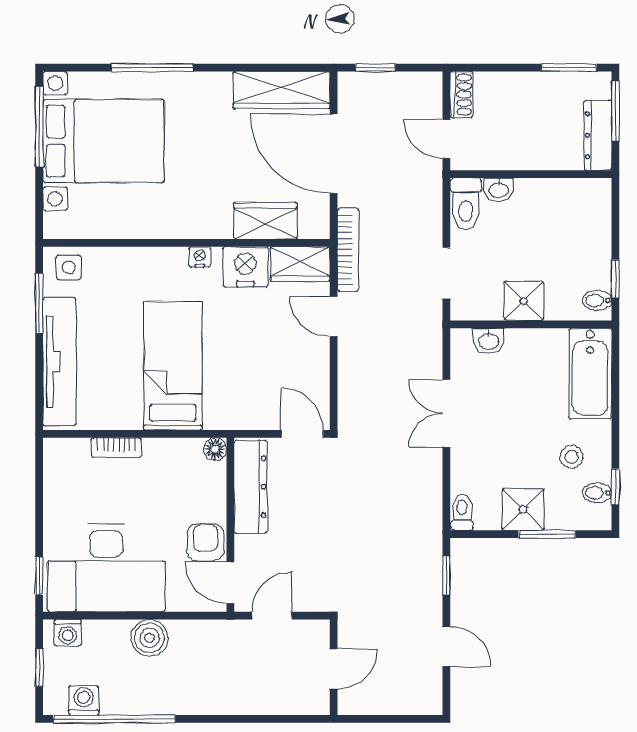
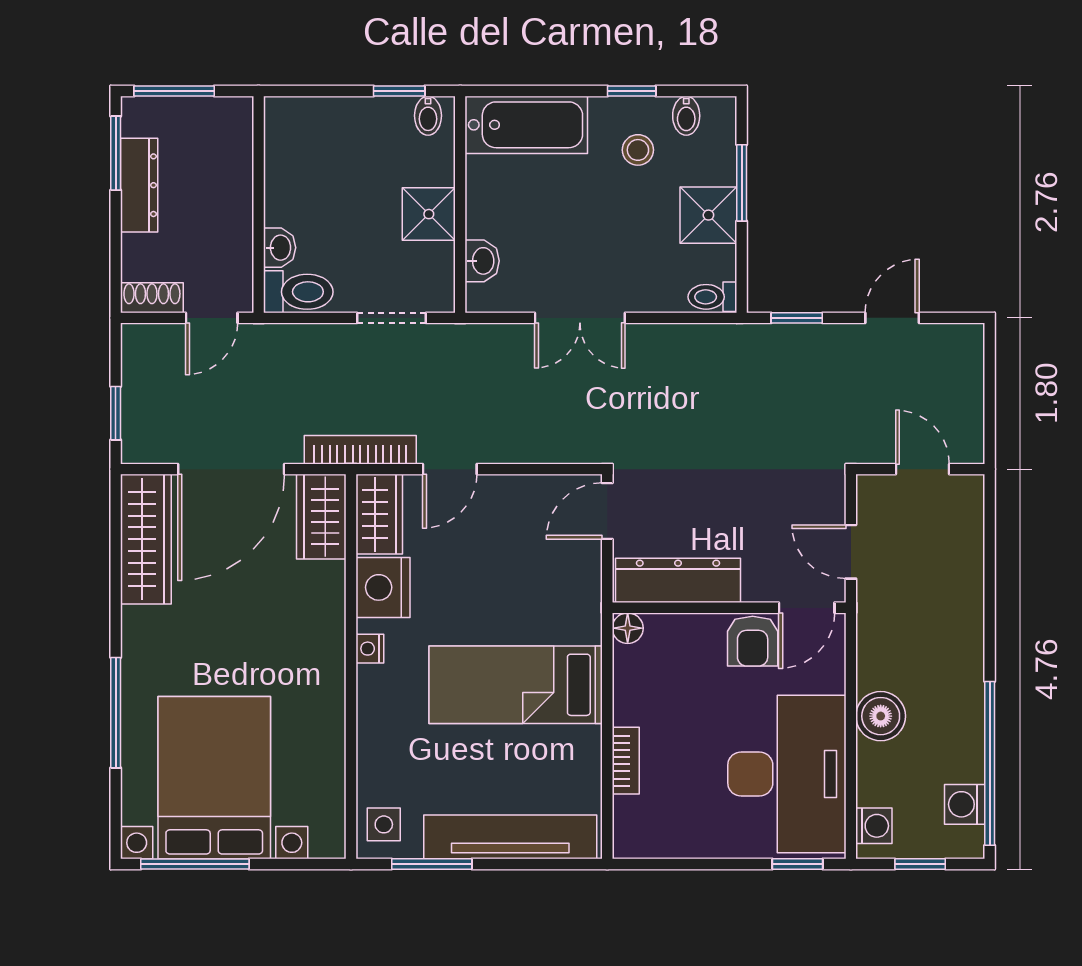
dresser: (598, 135) -> (139, 185), moved, turned -90
wardrobe: (265, 221) -> (321, 517), moved
window: (615, 487) -> (632, 91), moved
armchair: (205, 542) -> (753, 641), turned -90

